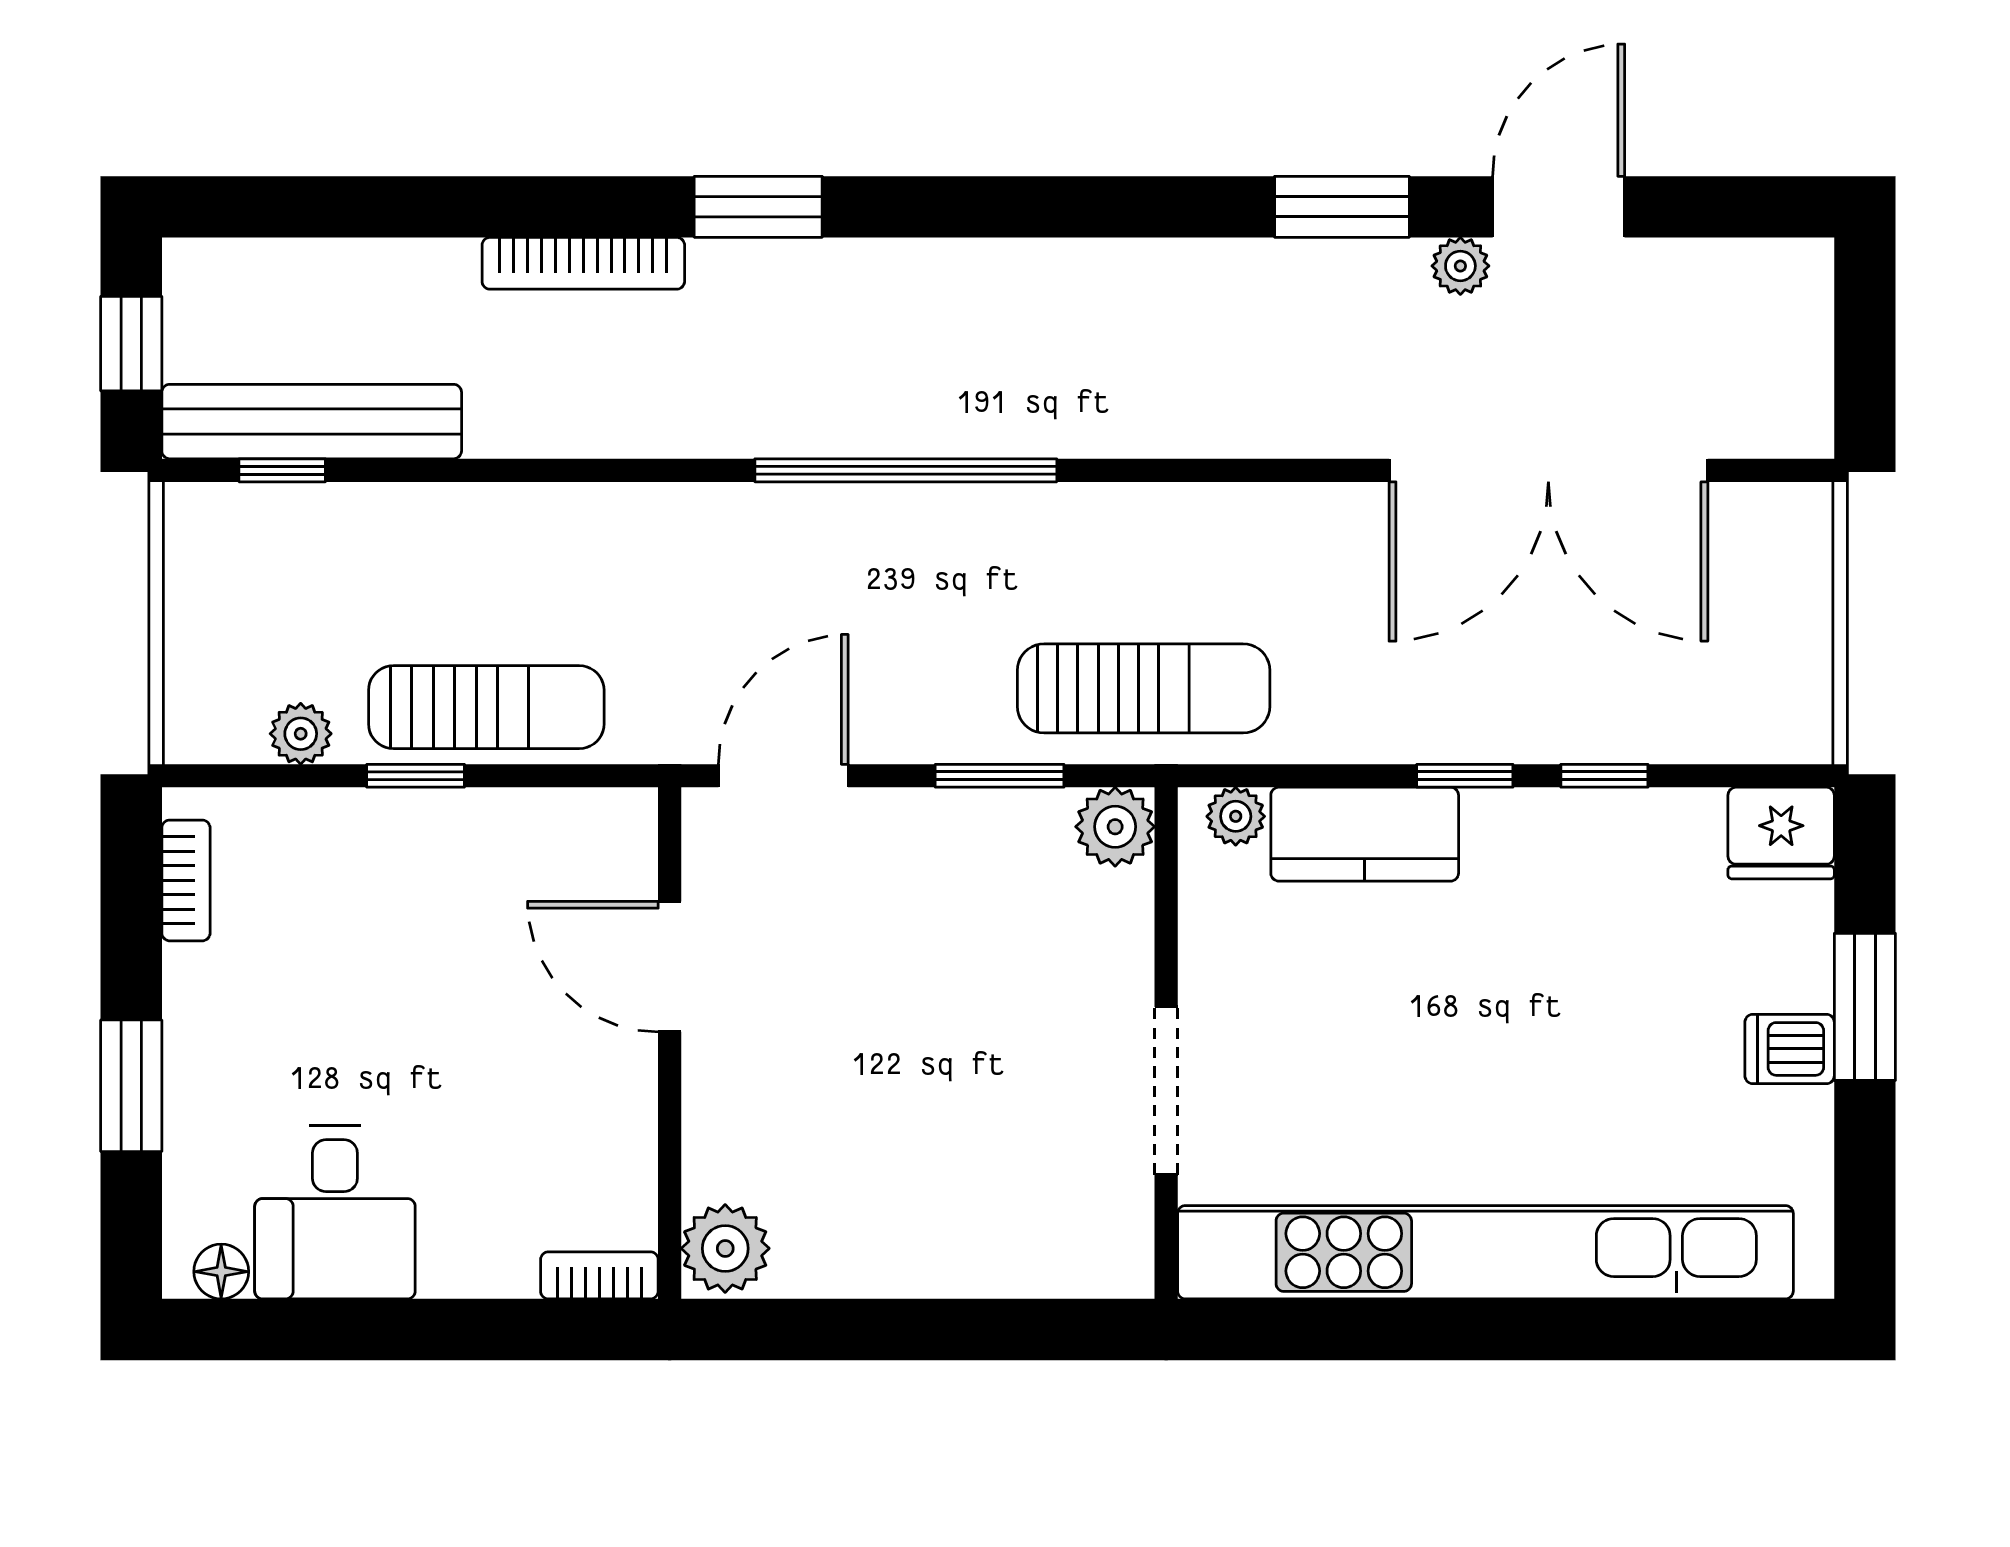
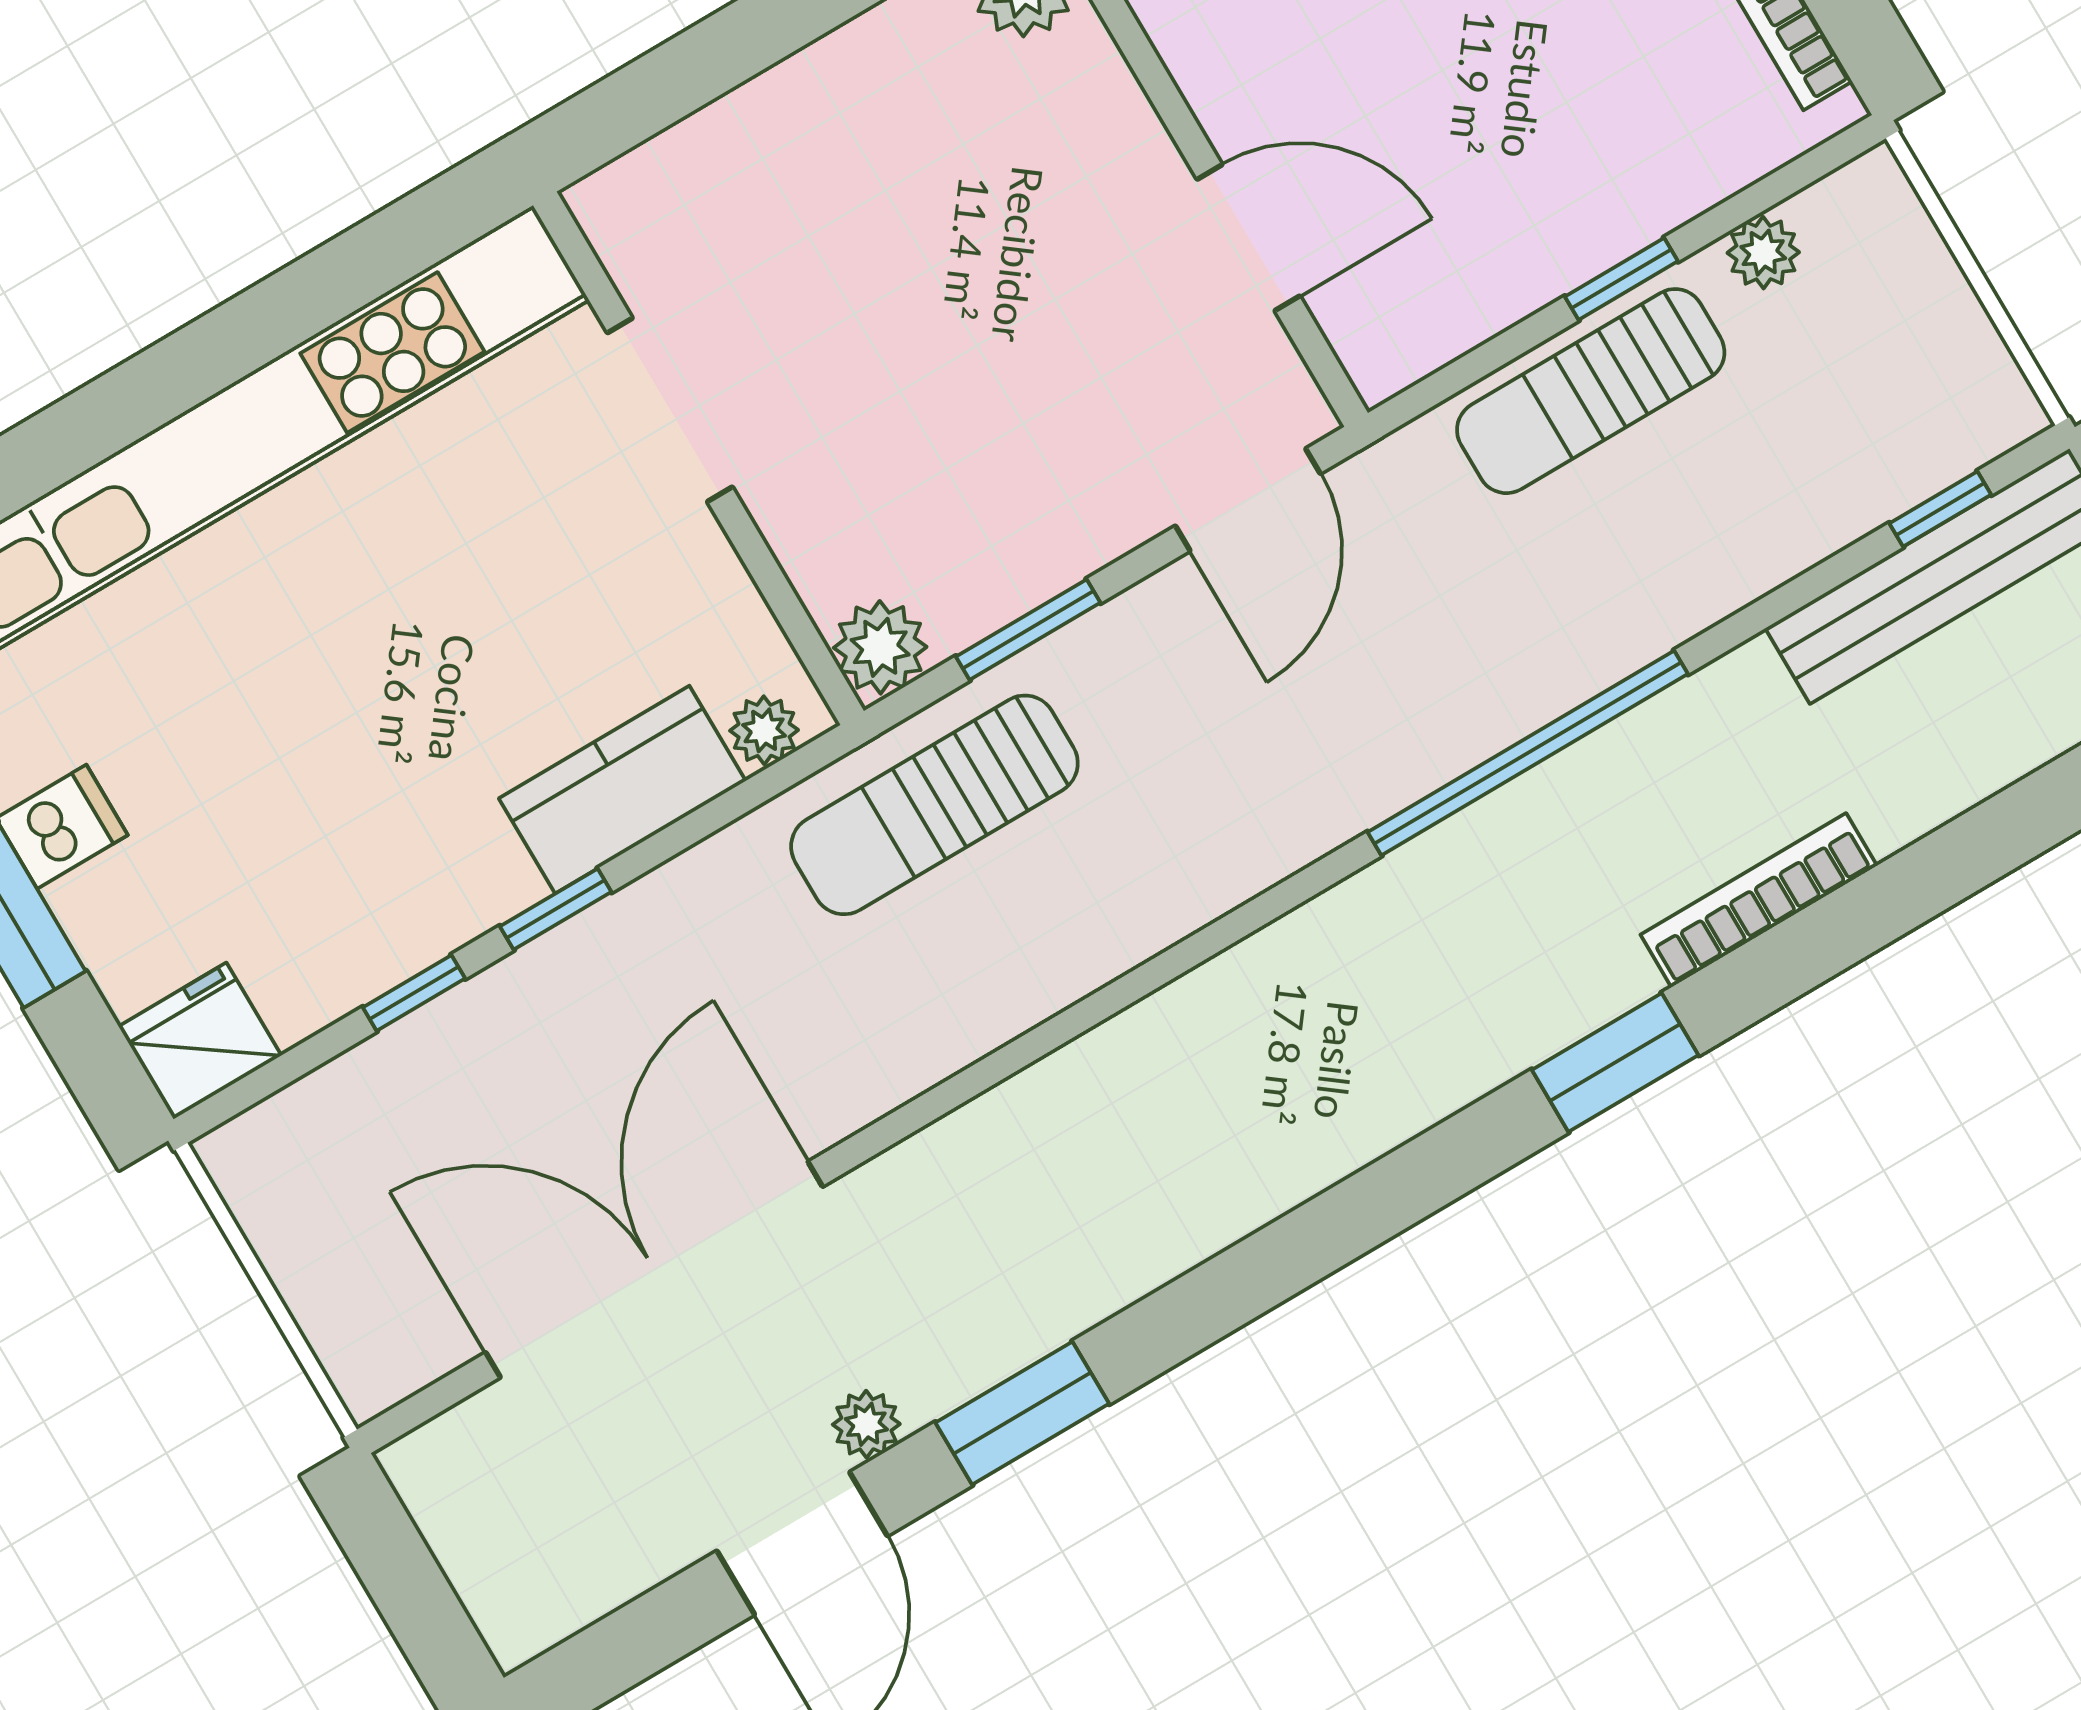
window: (906, 470) -> (1528, 753), moved

